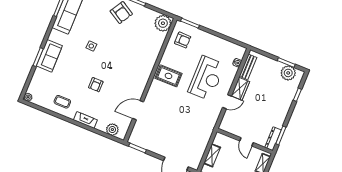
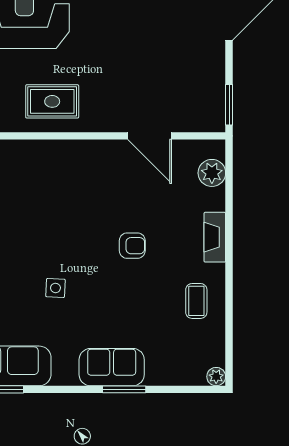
rug: (169, 76) -> (52, 101), turned 90

